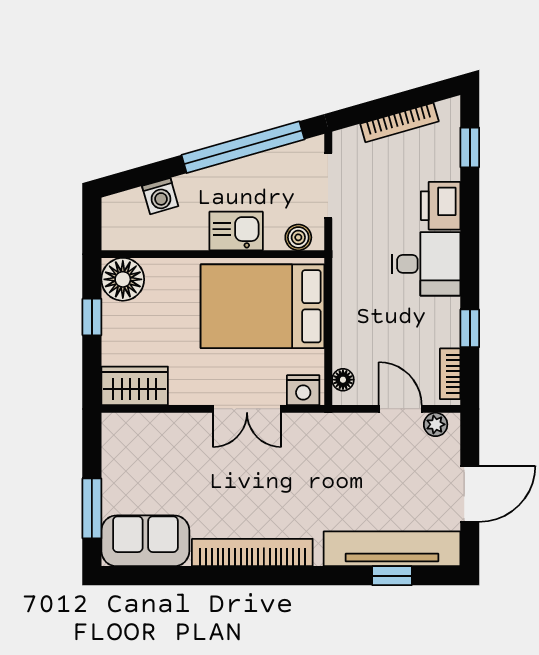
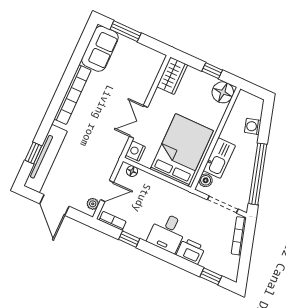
bookcase: (399, 122) -> (239, 236), moved
kitchen sink: (236, 231) -> (219, 158), width x1.38

